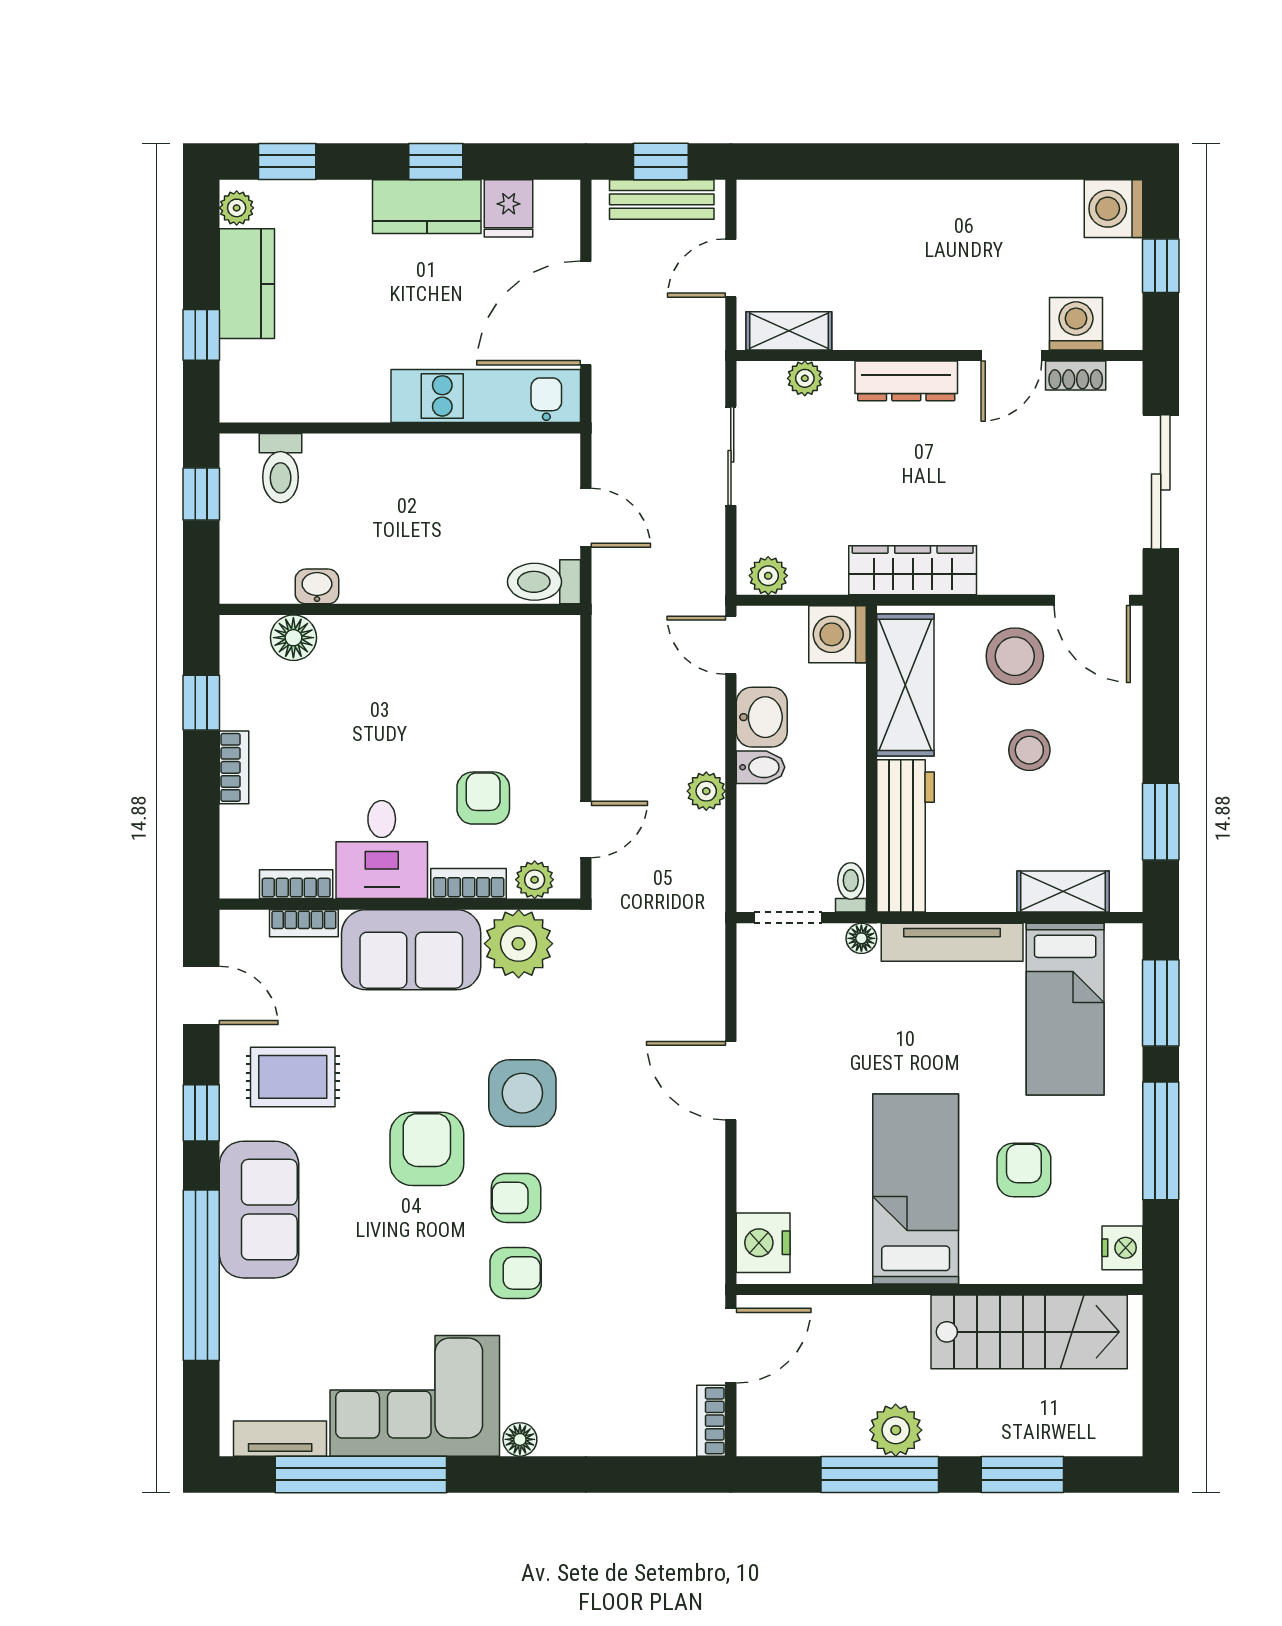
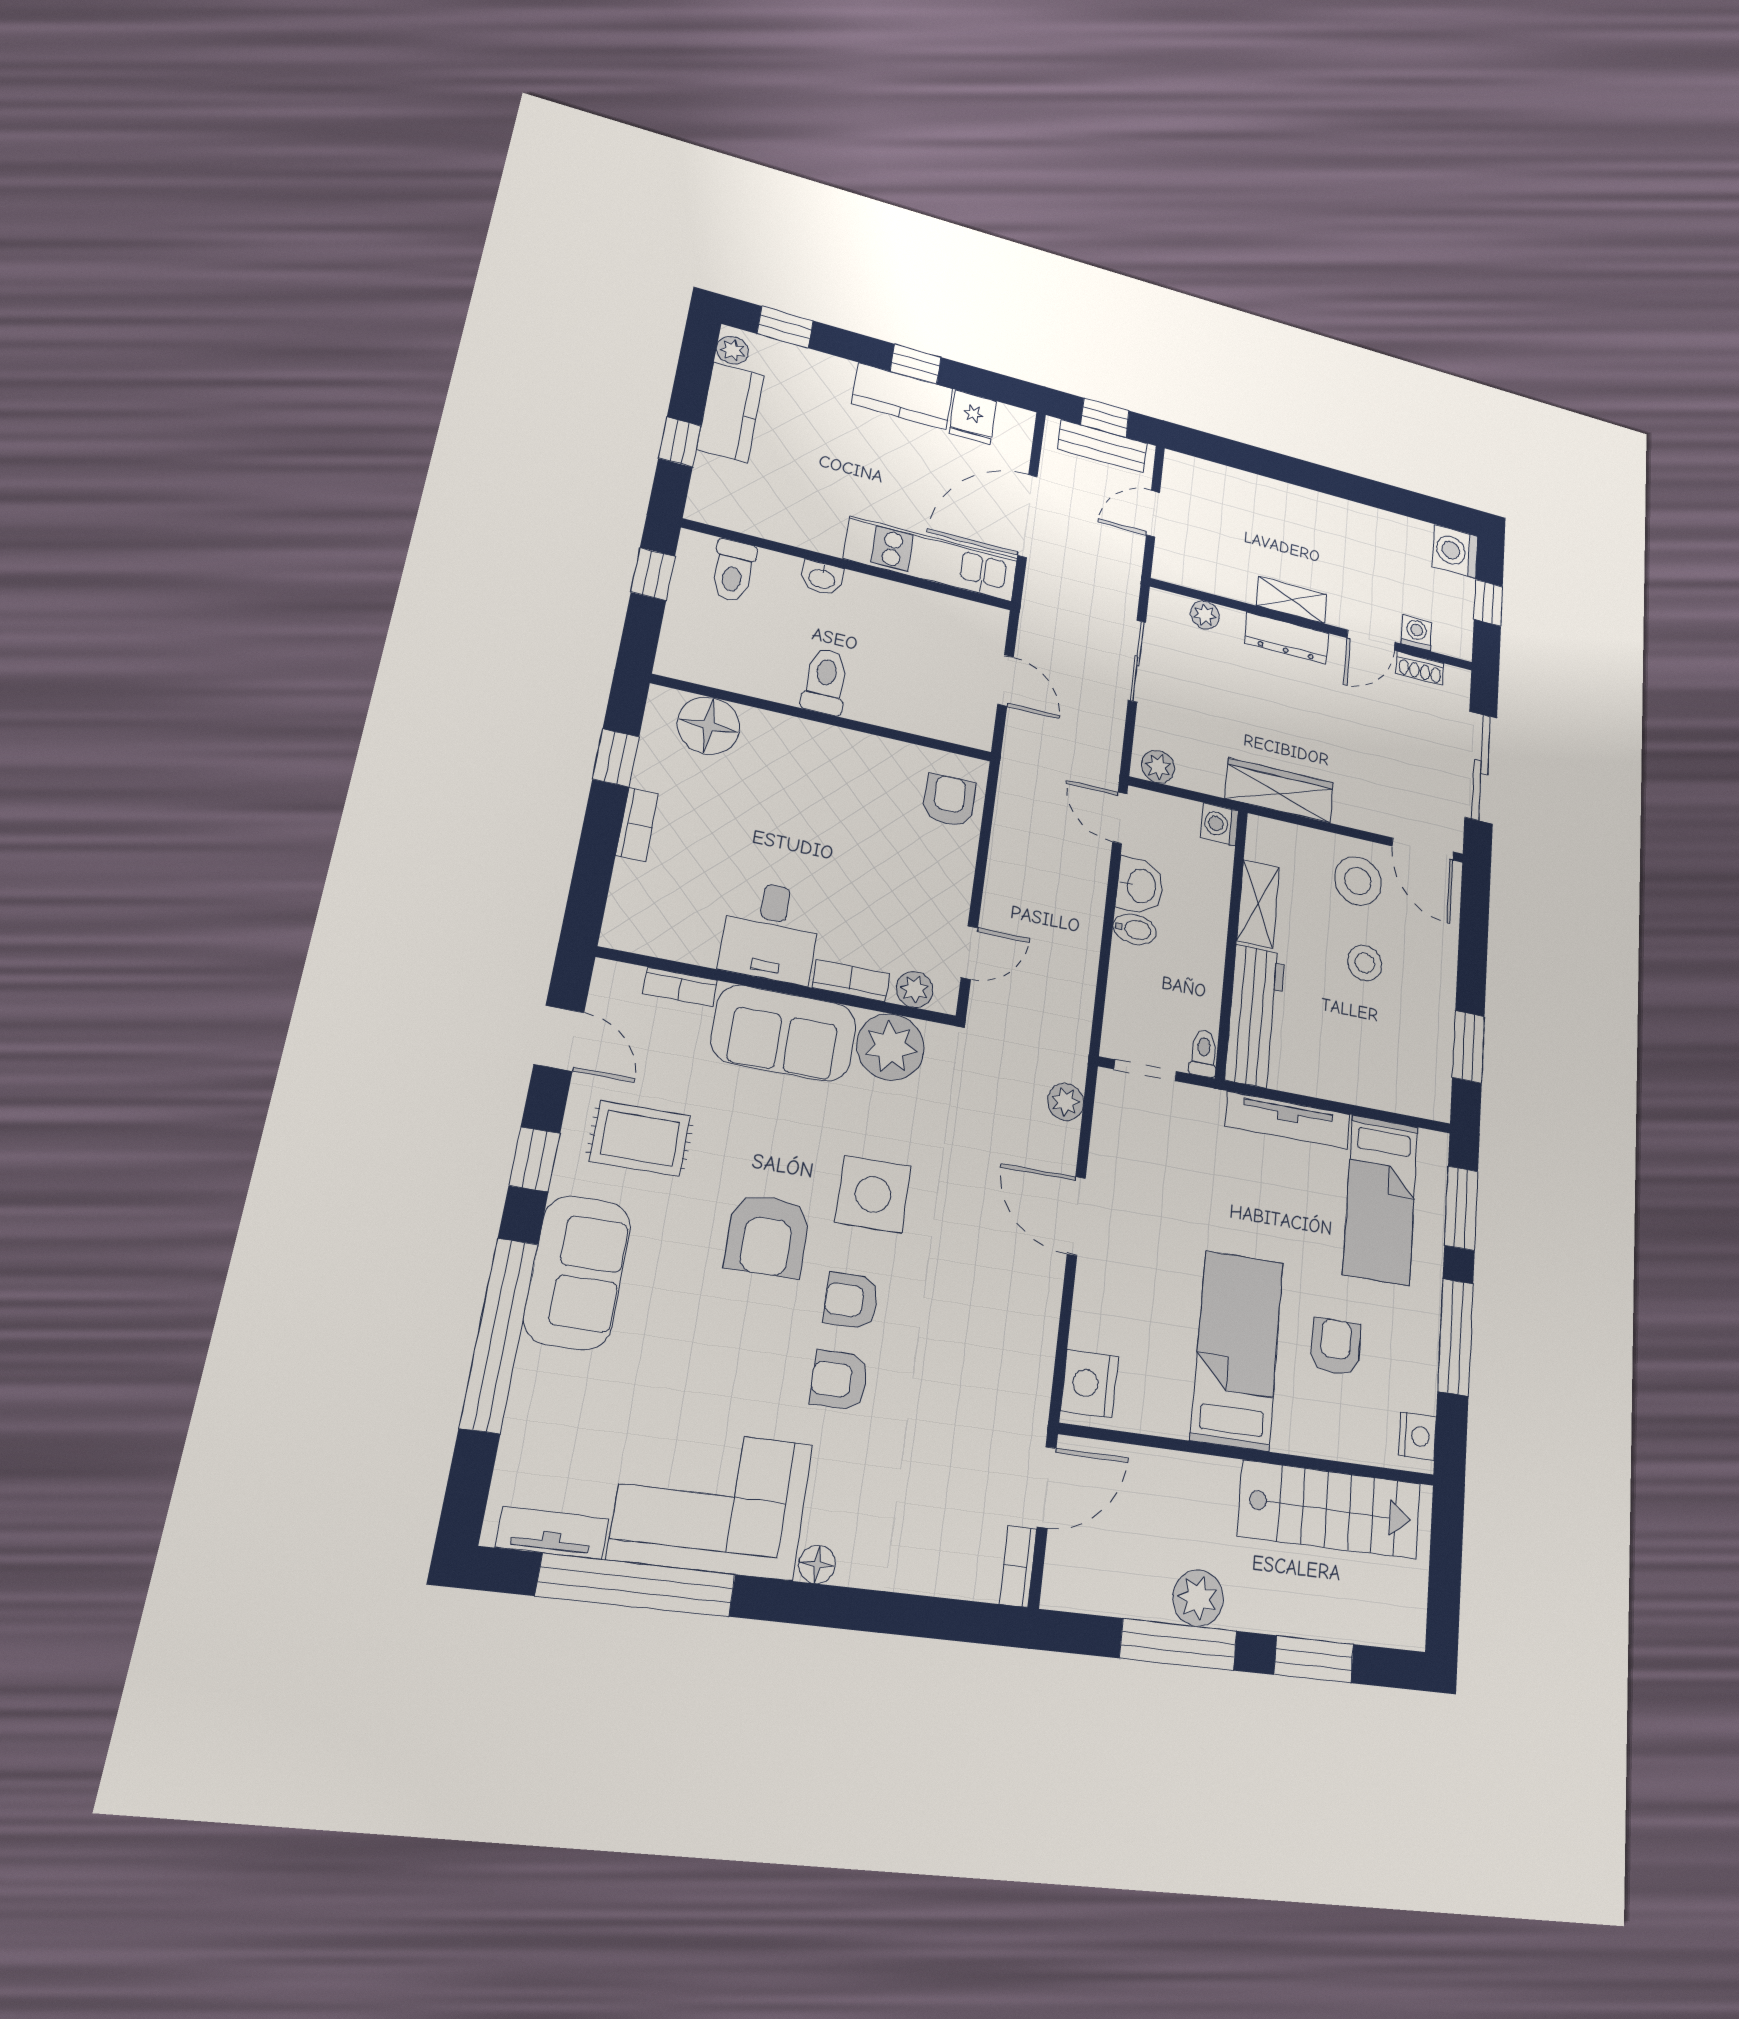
washing machine: (1076, 324) -> (1417, 633), width x0.73, depth x0.73
shelving: (789, 331) -> (1292, 600), moved
toilet: (544, 582) -> (825, 681), moved, turned 90
washbasin: (317, 586) -> (822, 578), moved, turned 180
washing machine: (837, 634) -> (1219, 824), width x0.73, depth x0.73
floor lamp: (293, 638) -> (709, 726), width x1.38, depth x1.38
shelving: (905, 685) -> (1258, 904), width x0.67, depth x0.75
plant: (706, 791) -> (1066, 1102), moved
armchair: (483, 798) -> (949, 800), moved
bookcase: (296, 884) -> (679, 948), removed
shelving: (1063, 892) -> (1385, 1092), removed
floor lamp: (861, 938) -> (1209, 1102), removed
armchair: (427, 1149) -> (768, 1235), turned 180
armchair: (516, 1273) -> (839, 1380), turned 180

